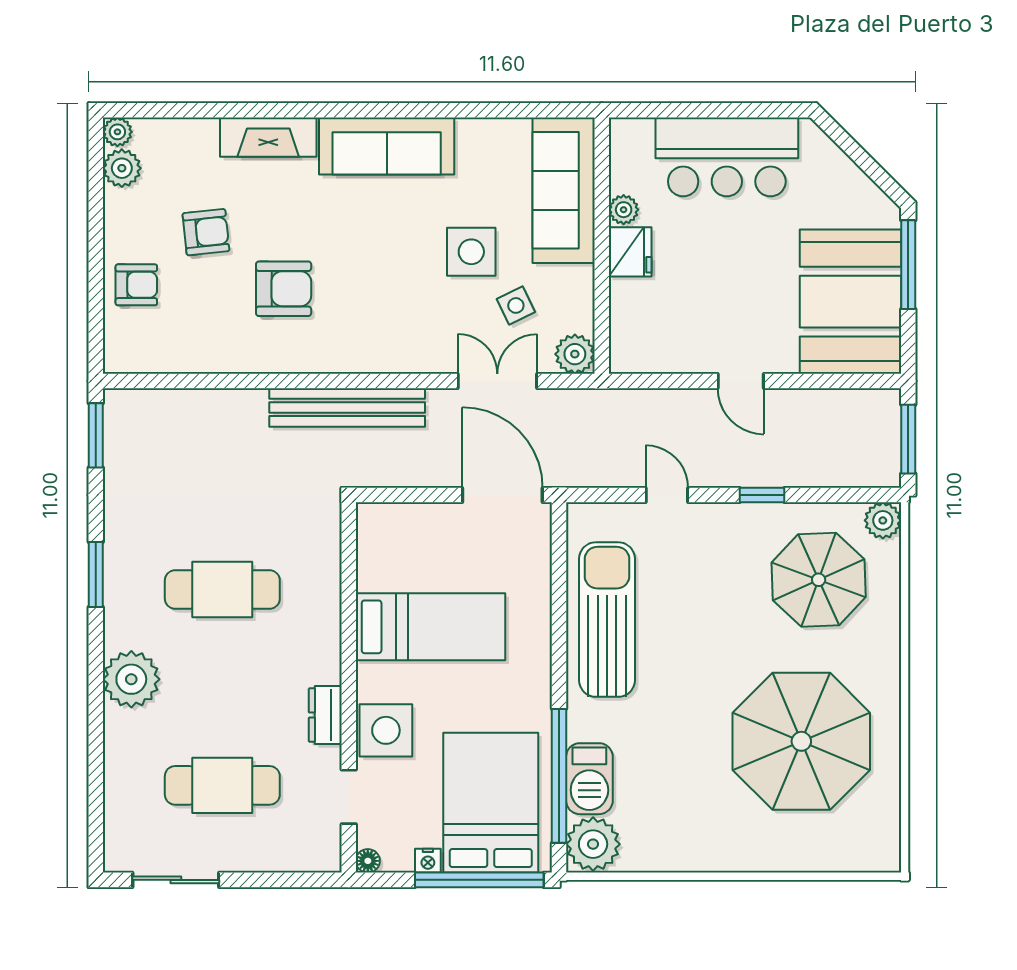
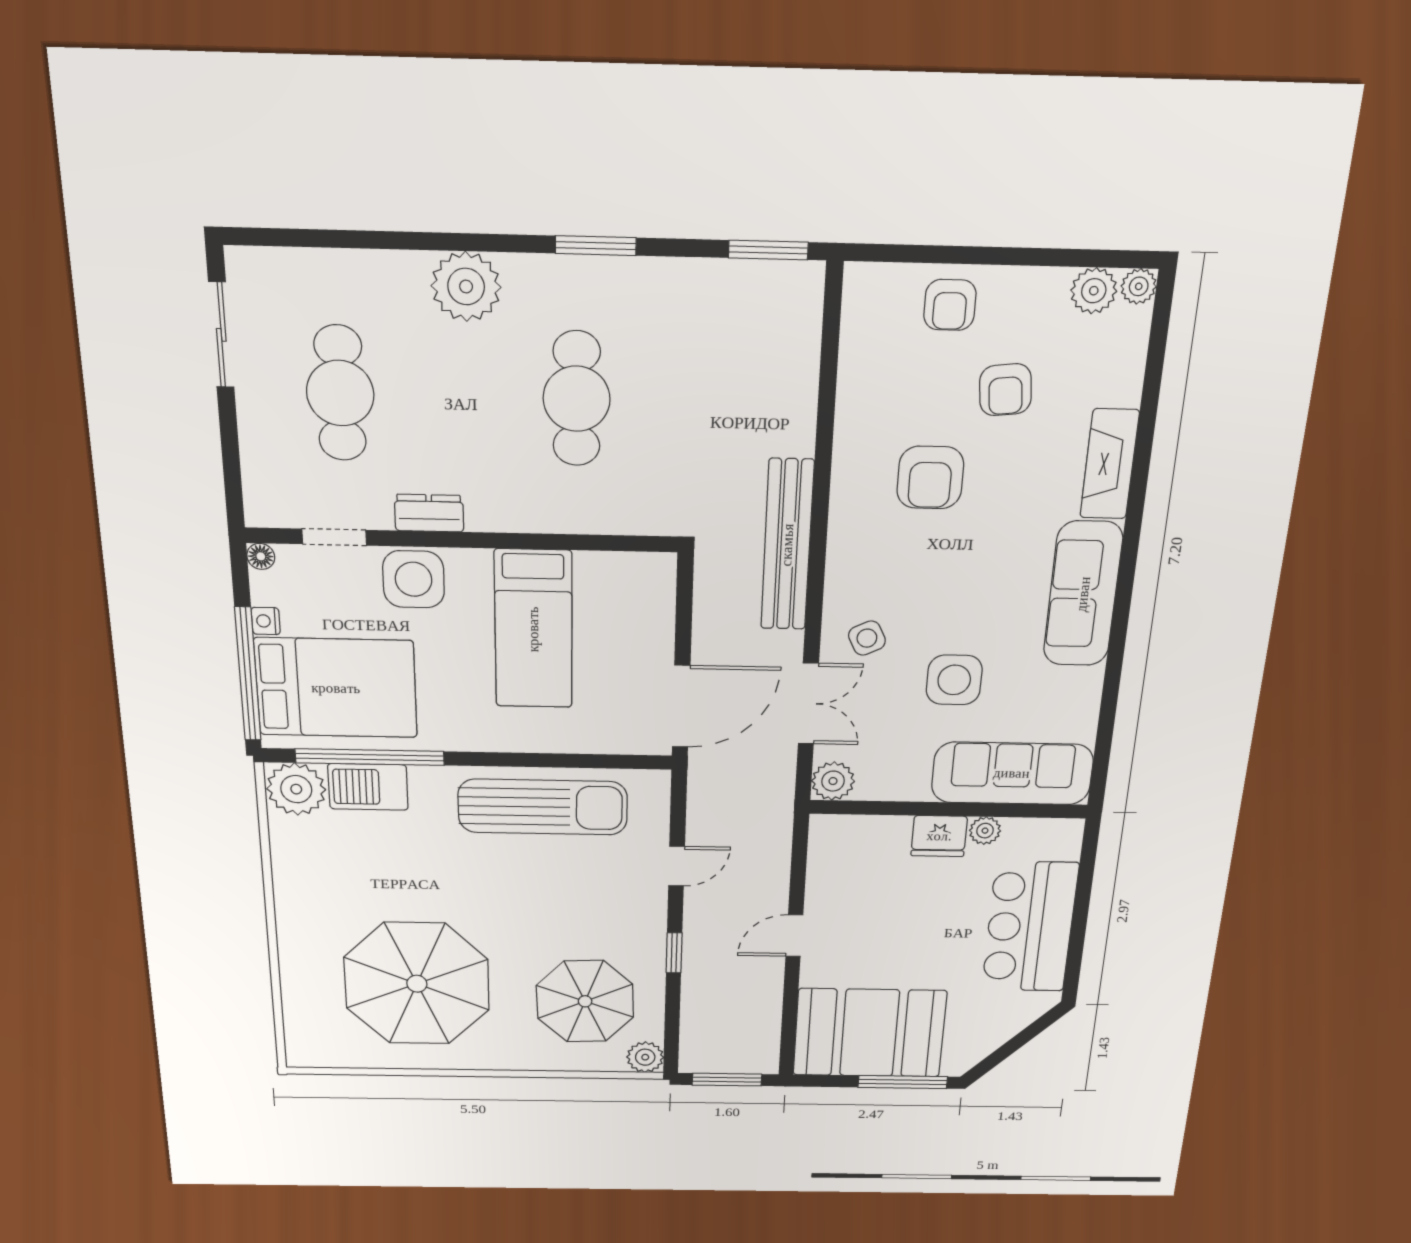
side table: (516, 305) -> (867, 638), moved

